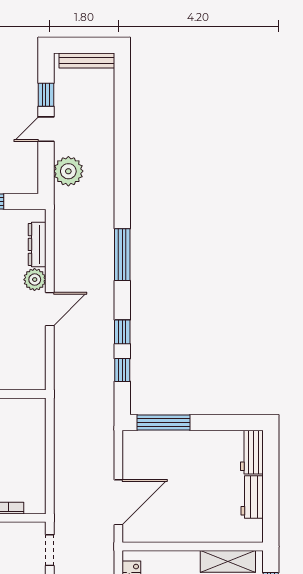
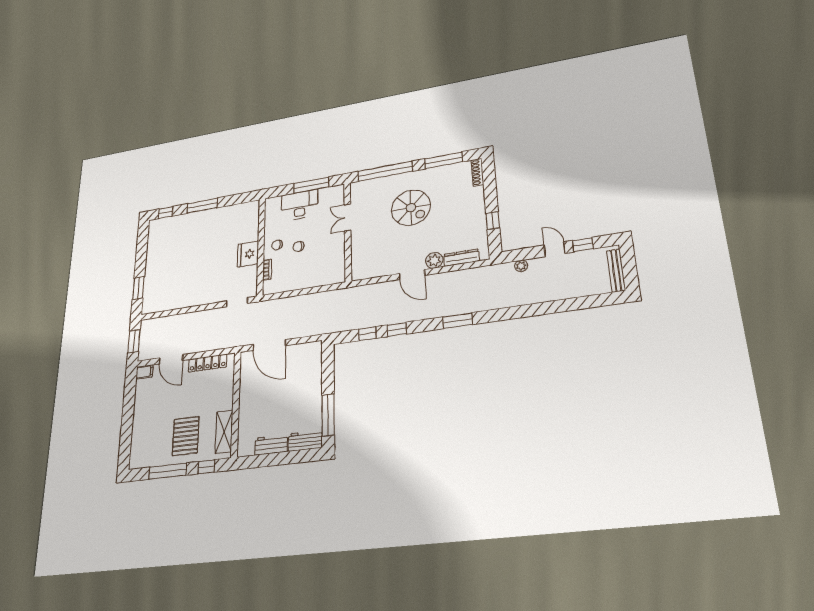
plant: (68, 171) -> (521, 266), width x0.53, depth x0.53
window: (122, 255) -> (458, 321), width x0.69
window: (163, 423) -> (328, 415), moved

